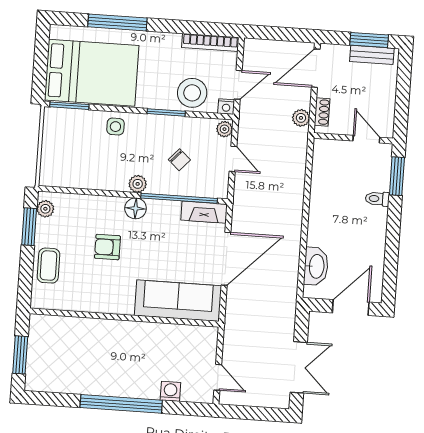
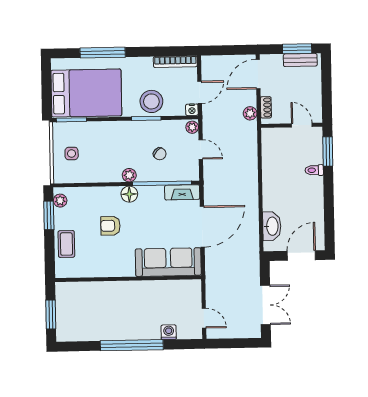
stool: (192, 93) -> (151, 101), moved
side table: (115, 127) -> (72, 154), moved

